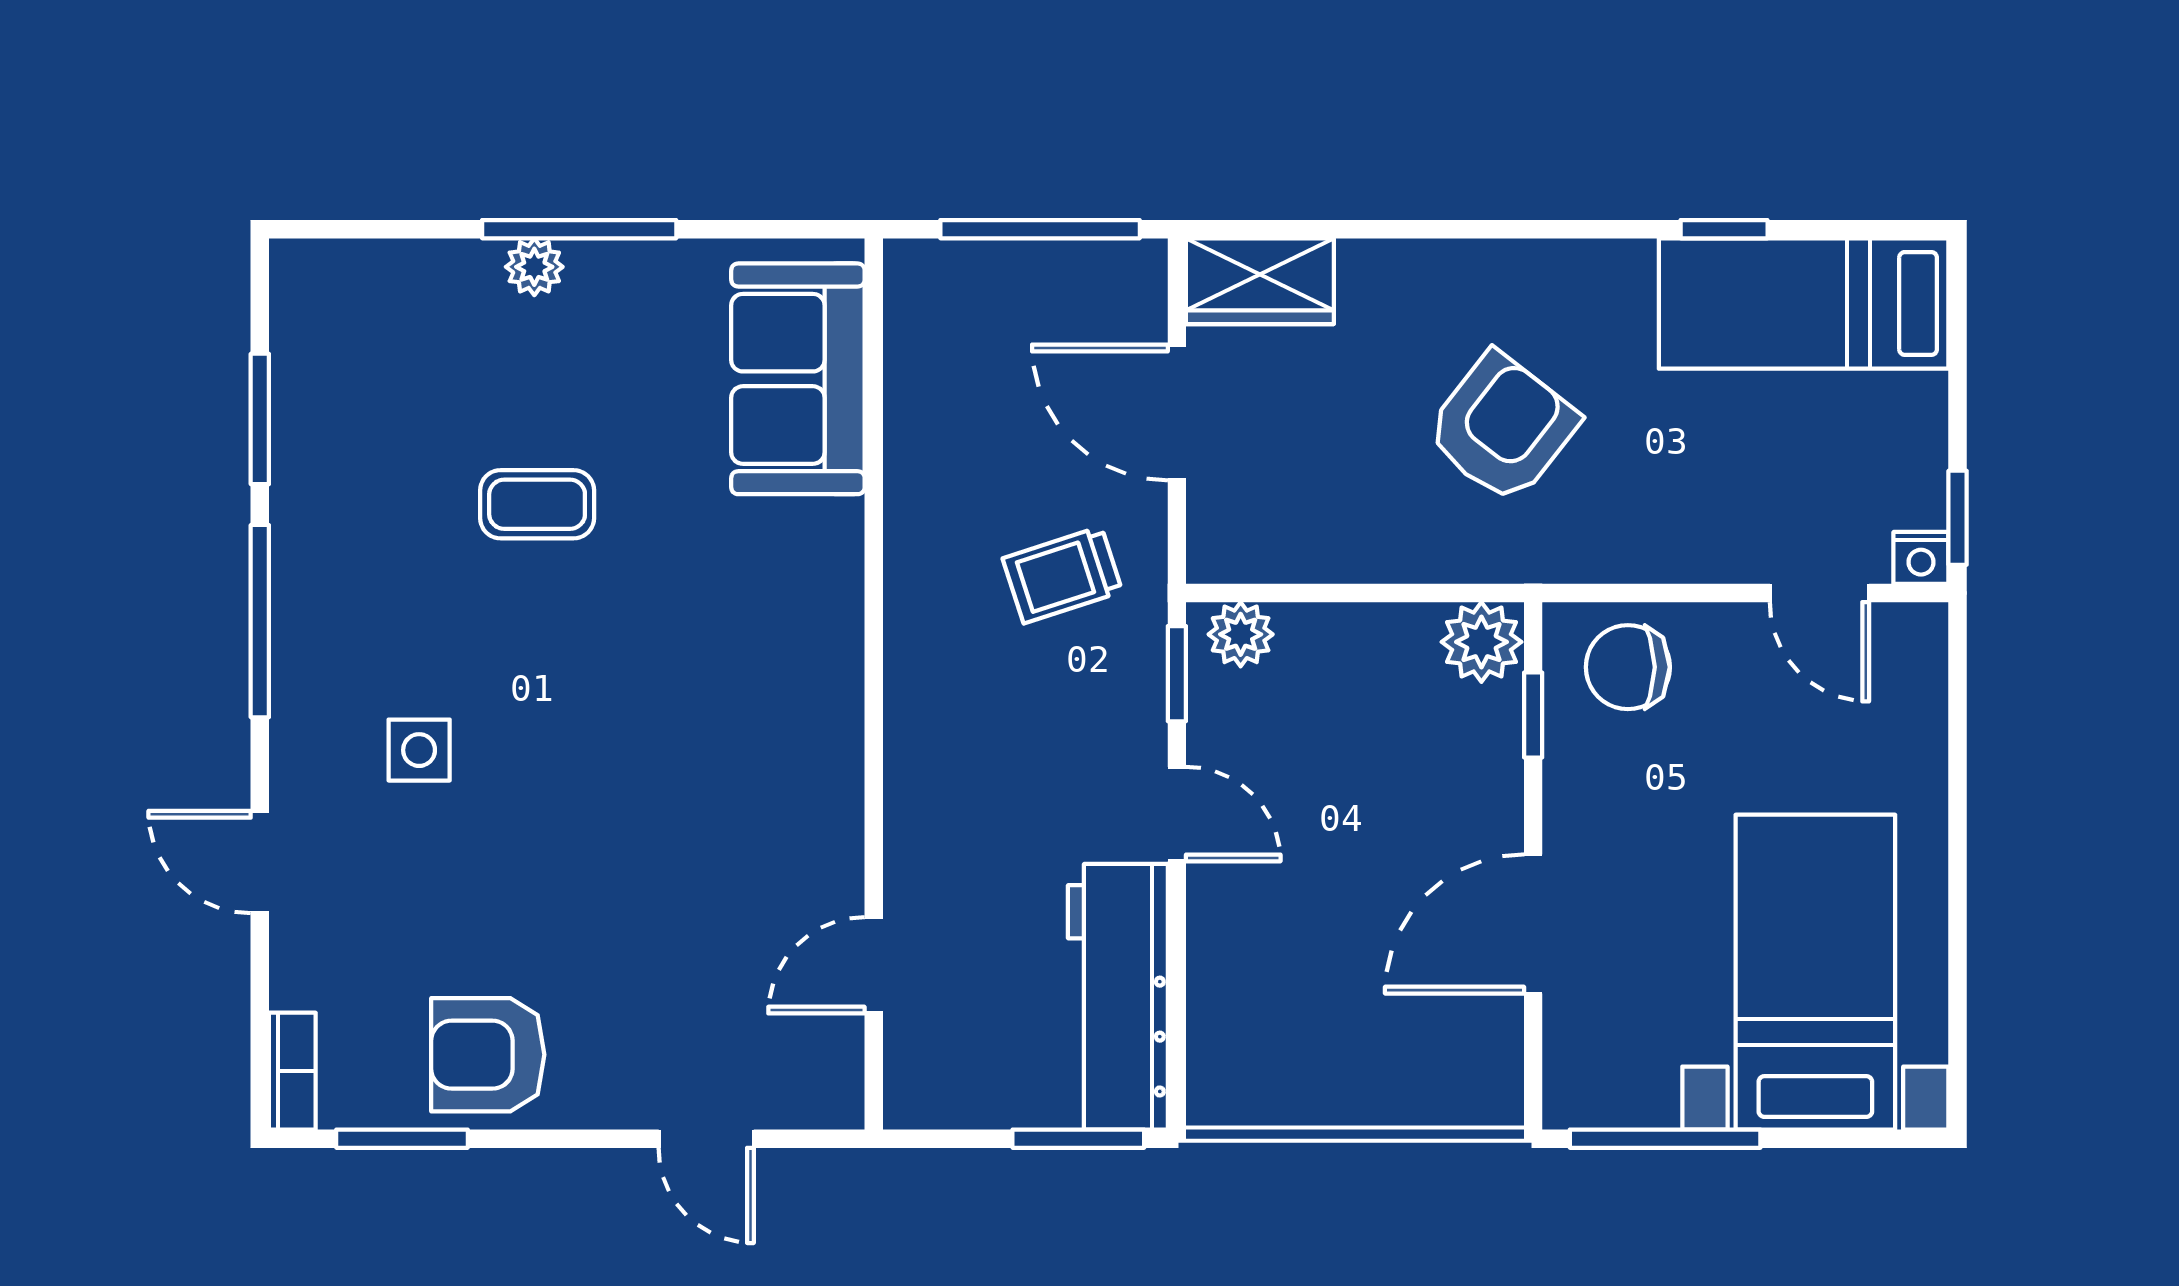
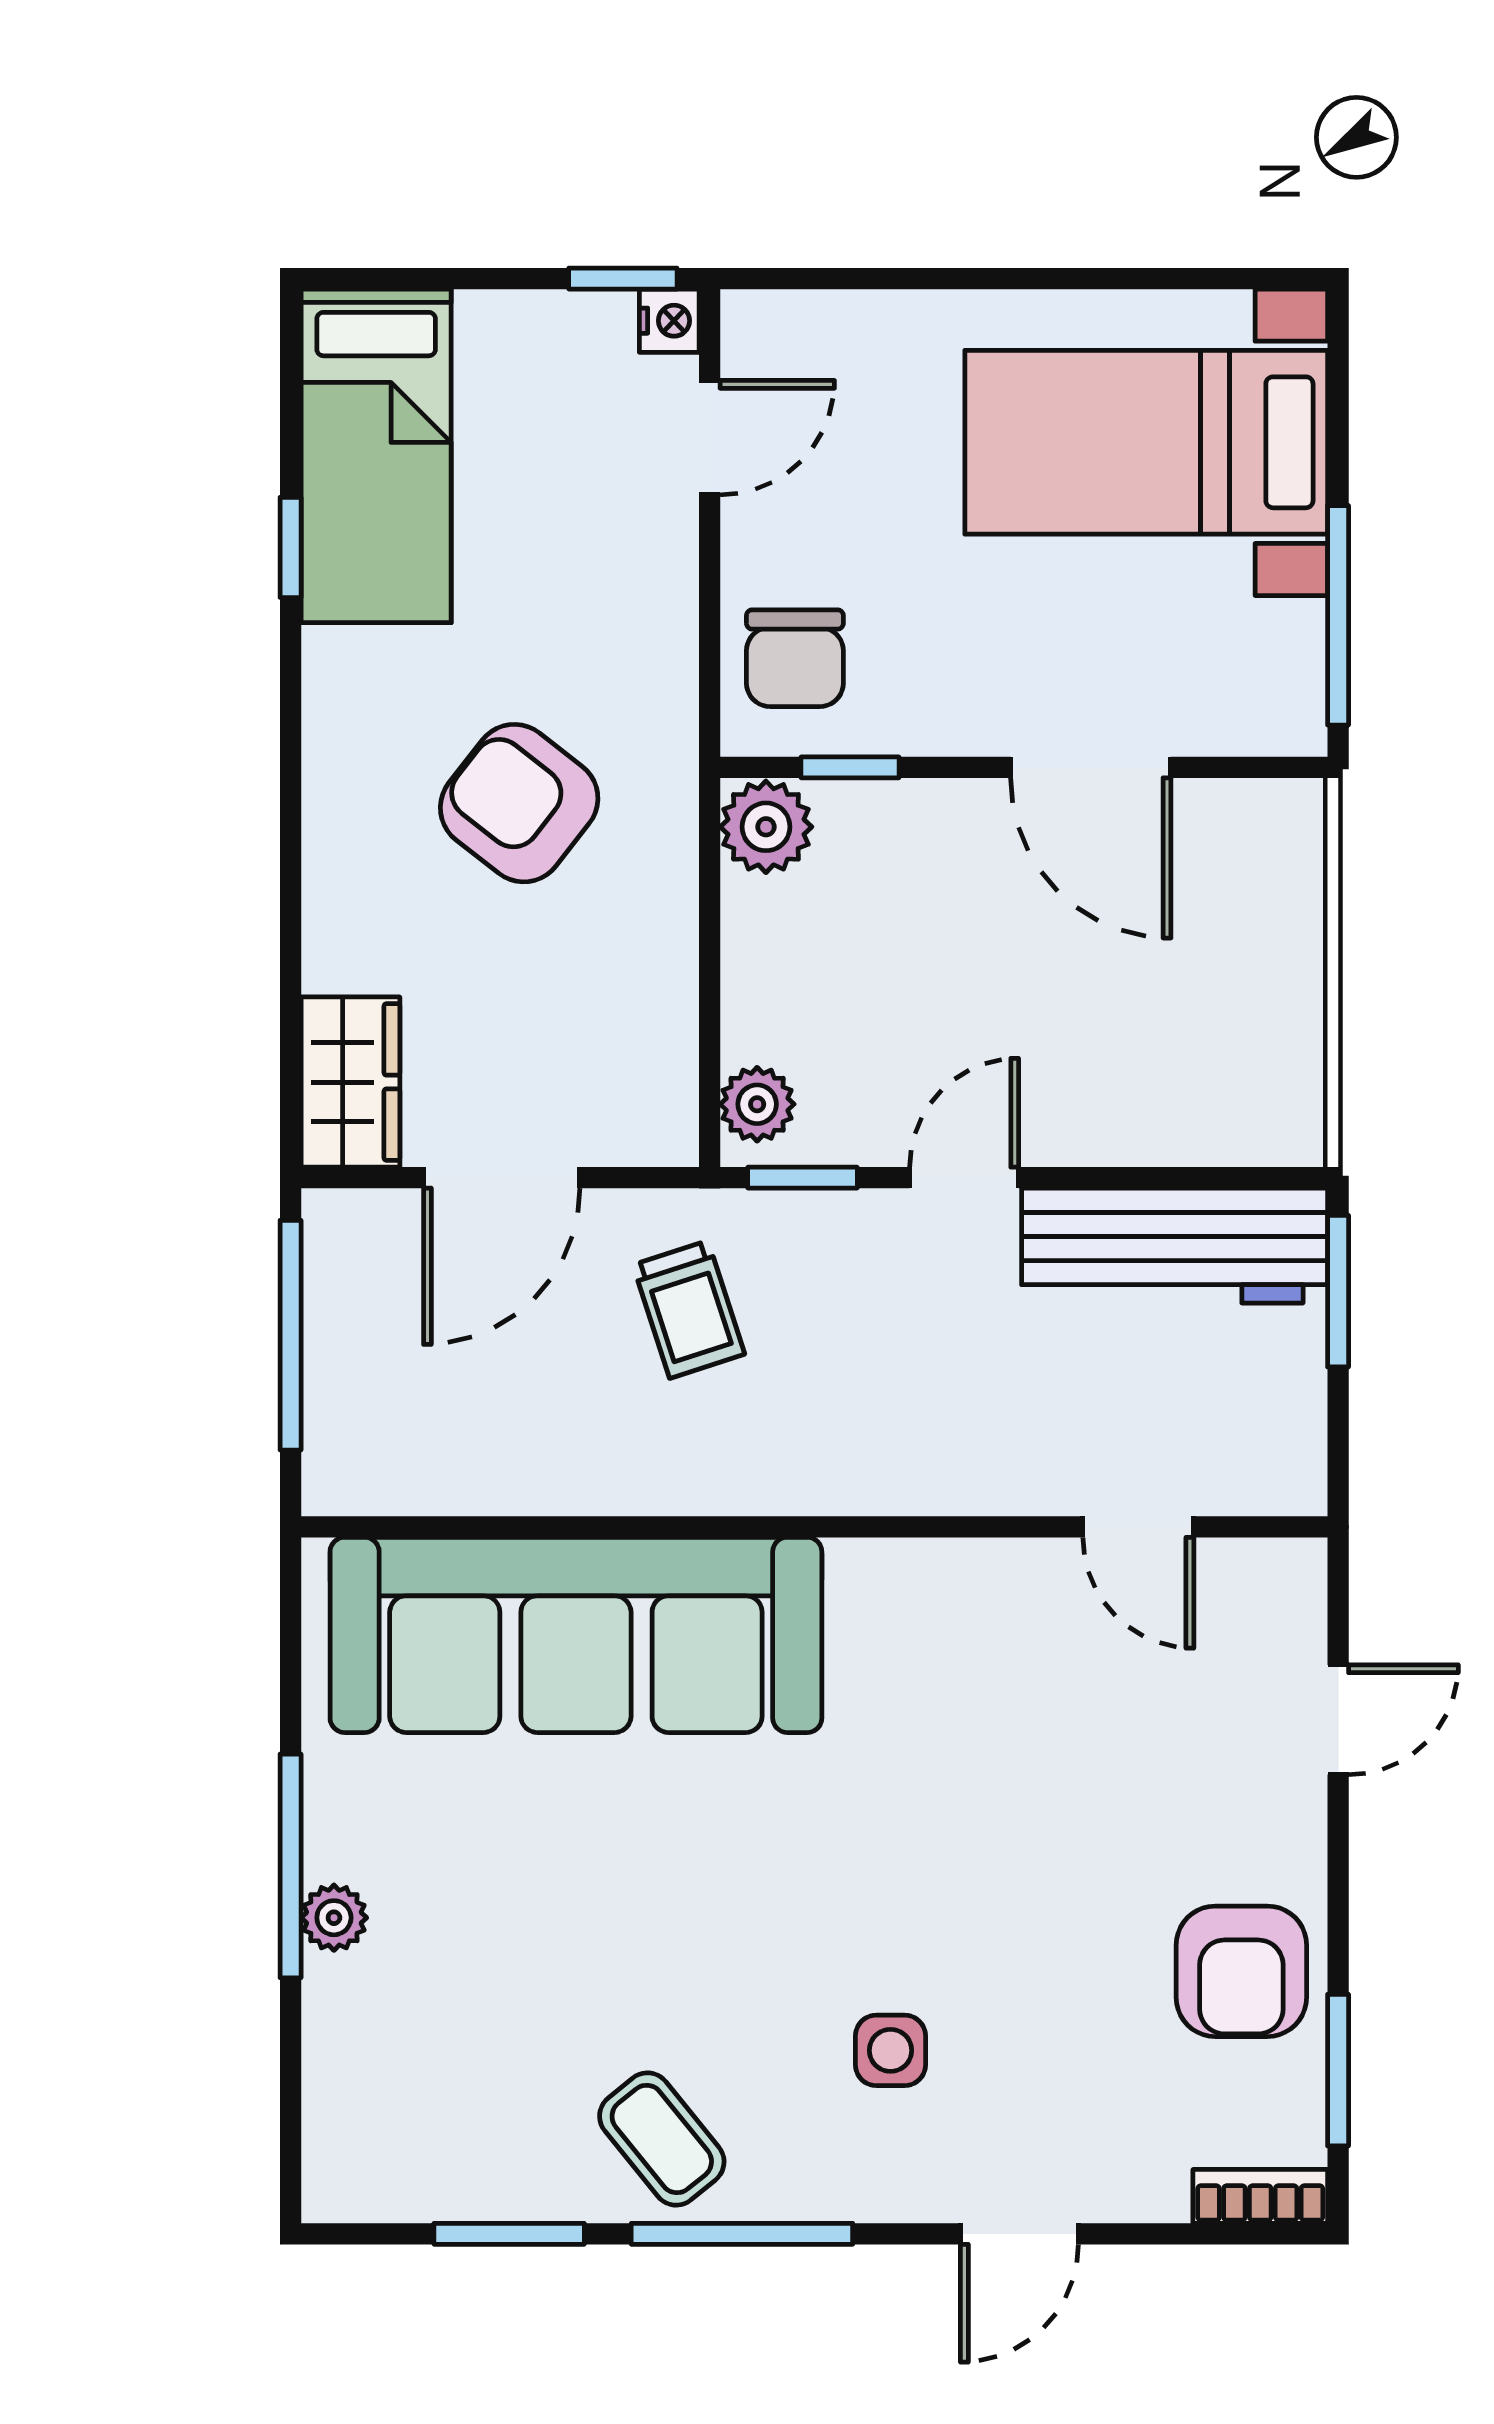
sofa: (798, 379) -> (576, 1635), width x1.85, depth x1.27
coffee table: (537, 504) -> (662, 2139), moved, turned -39

